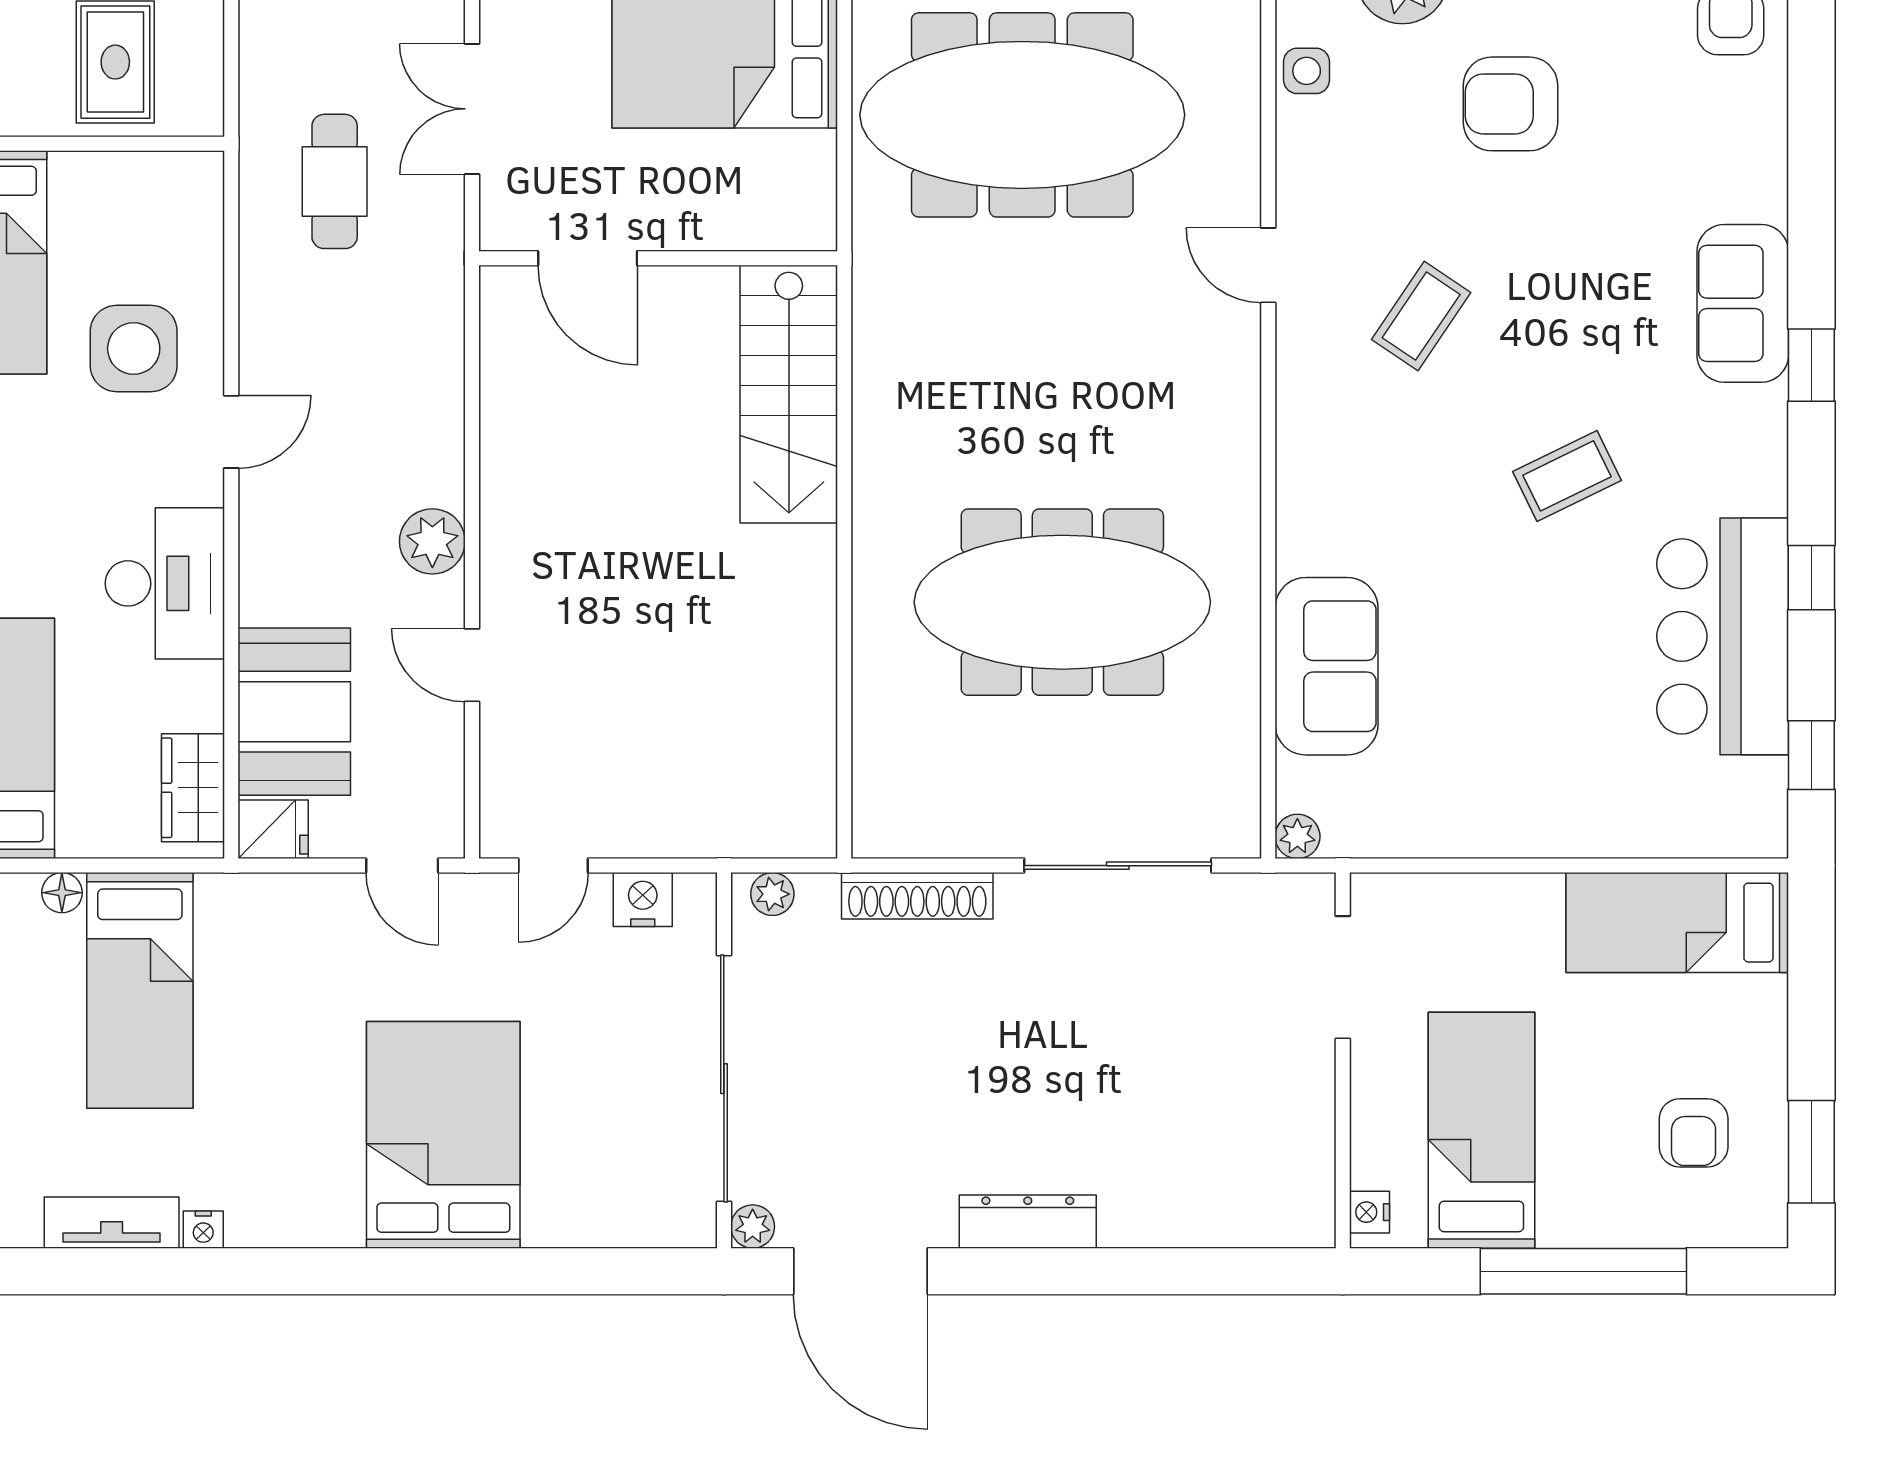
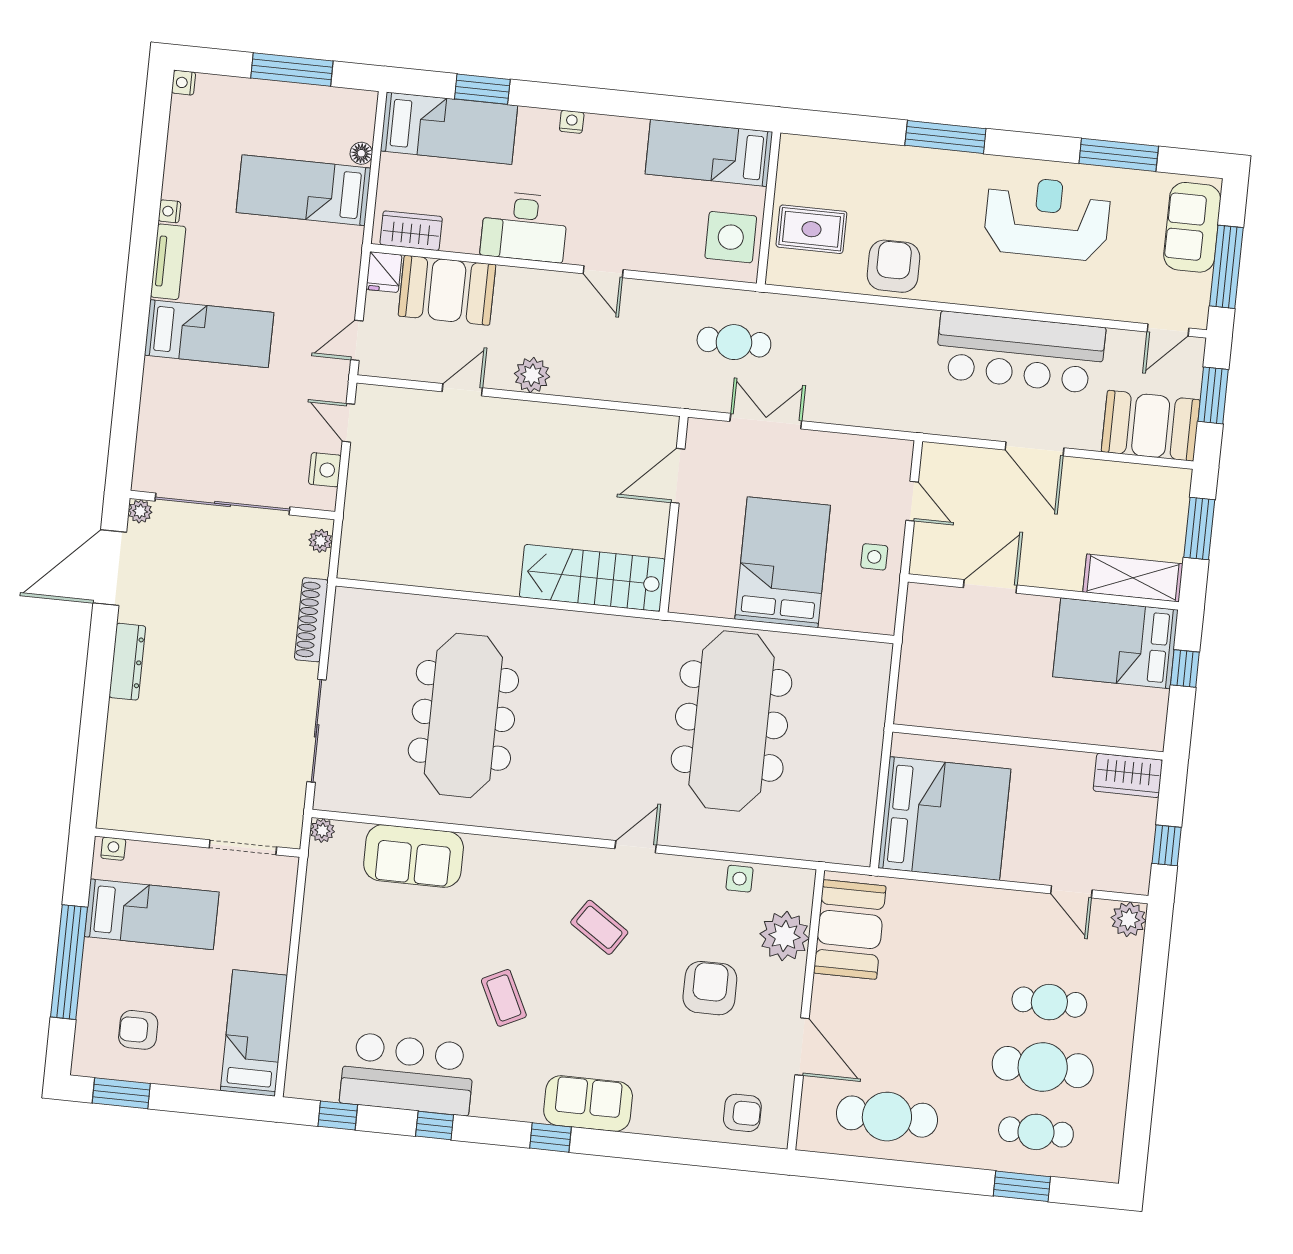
side table: (134, 349) -> (731, 237), moved
bed: (443, 1135) -> (209, 334), width x0.67
tv unit: (112, 1223) -> (168, 262), moved

